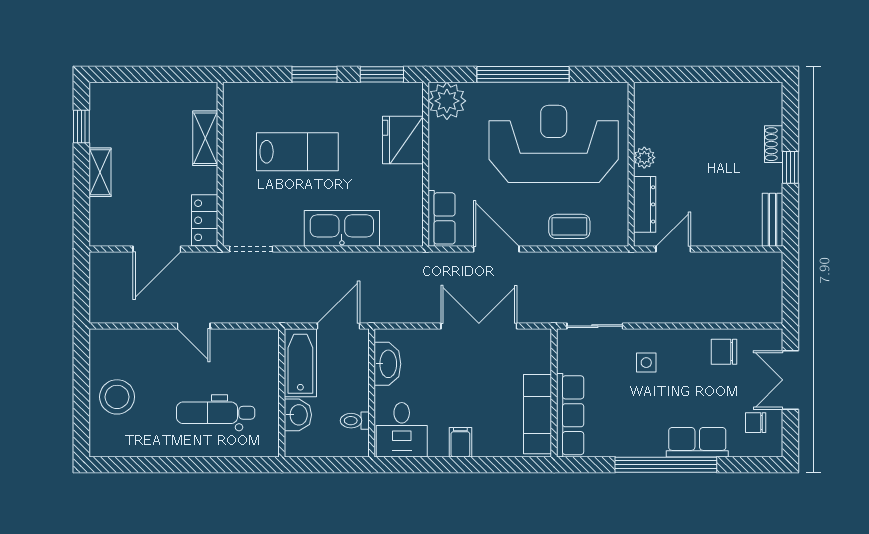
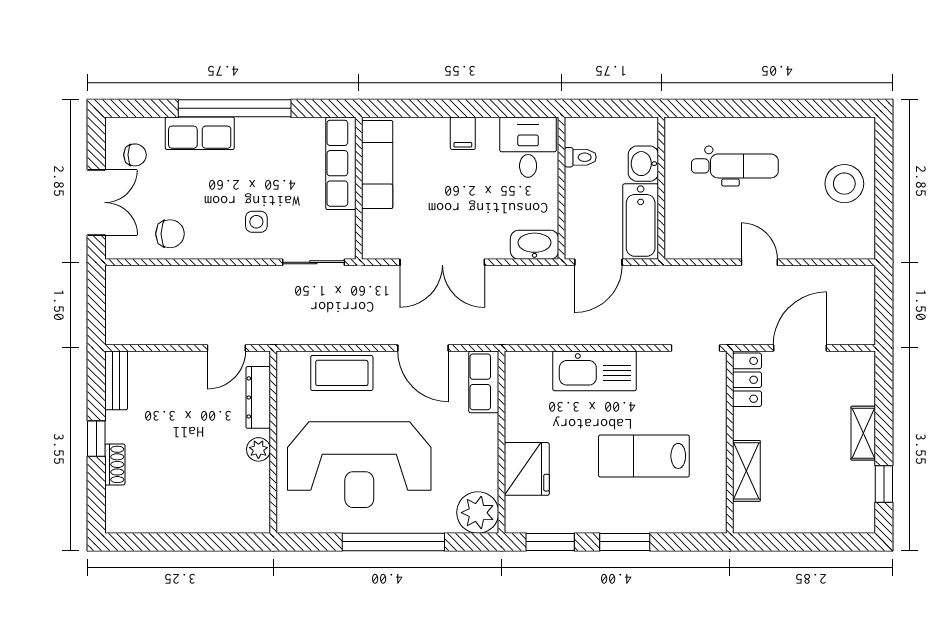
coffee table: (569, 226) -> (342, 373), width x1.36, depth x1.30
washbasin: (387, 364) -> (534, 245), moved, turned 90

